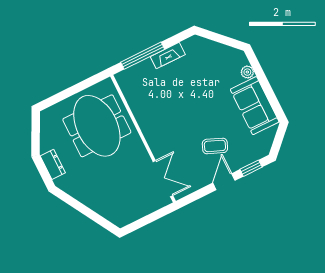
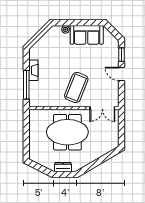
meeting table: (97, 126) -> (67, 132), moved
coffee table: (215, 146) -> (76, 88), moved, width x1.86, depth x1.72
double door: (163, 179) -> (102, 108), swing flipped

